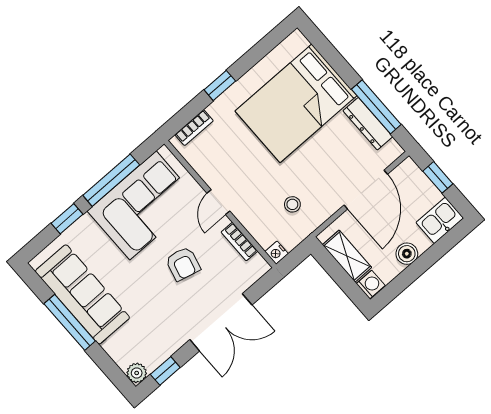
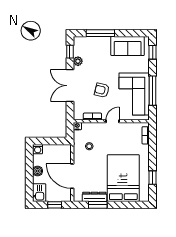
window: (220, 85) -> (153, 178), moved
window: (376, 107) -> (98, 205), width x0.69
door: (218, 202) -> (112, 121), hinge flipped
window: (67, 219) -> (153, 52), moved
shelving: (347, 256) -> (55, 149), removed
sofa: (82, 294) -> (128, 46), width x0.73
window: (70, 322) -> (100, 33), moved
plant: (137, 373) -> (78, 61), moved

